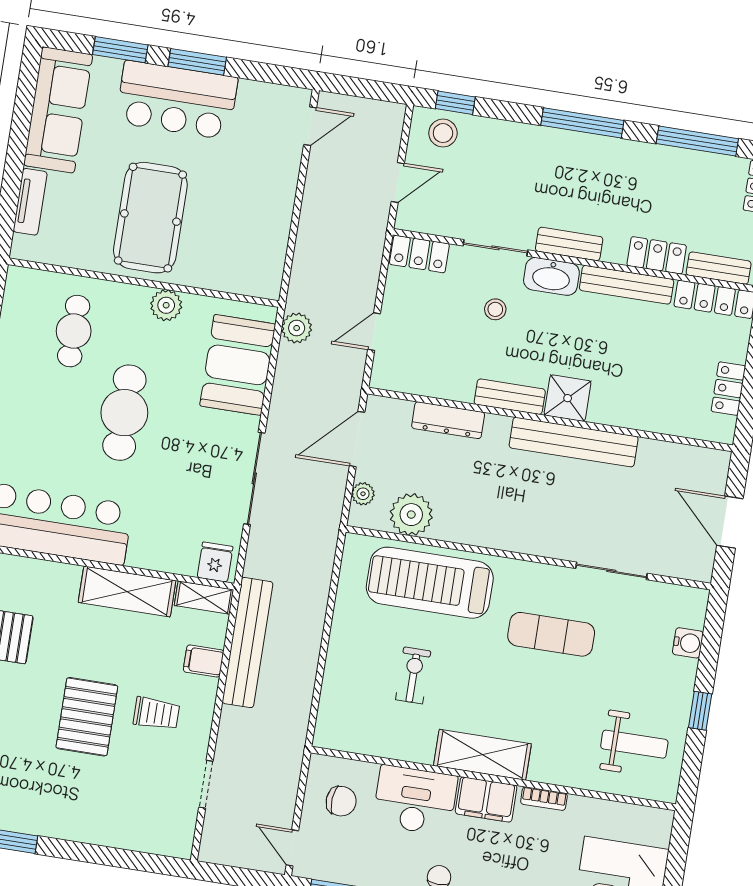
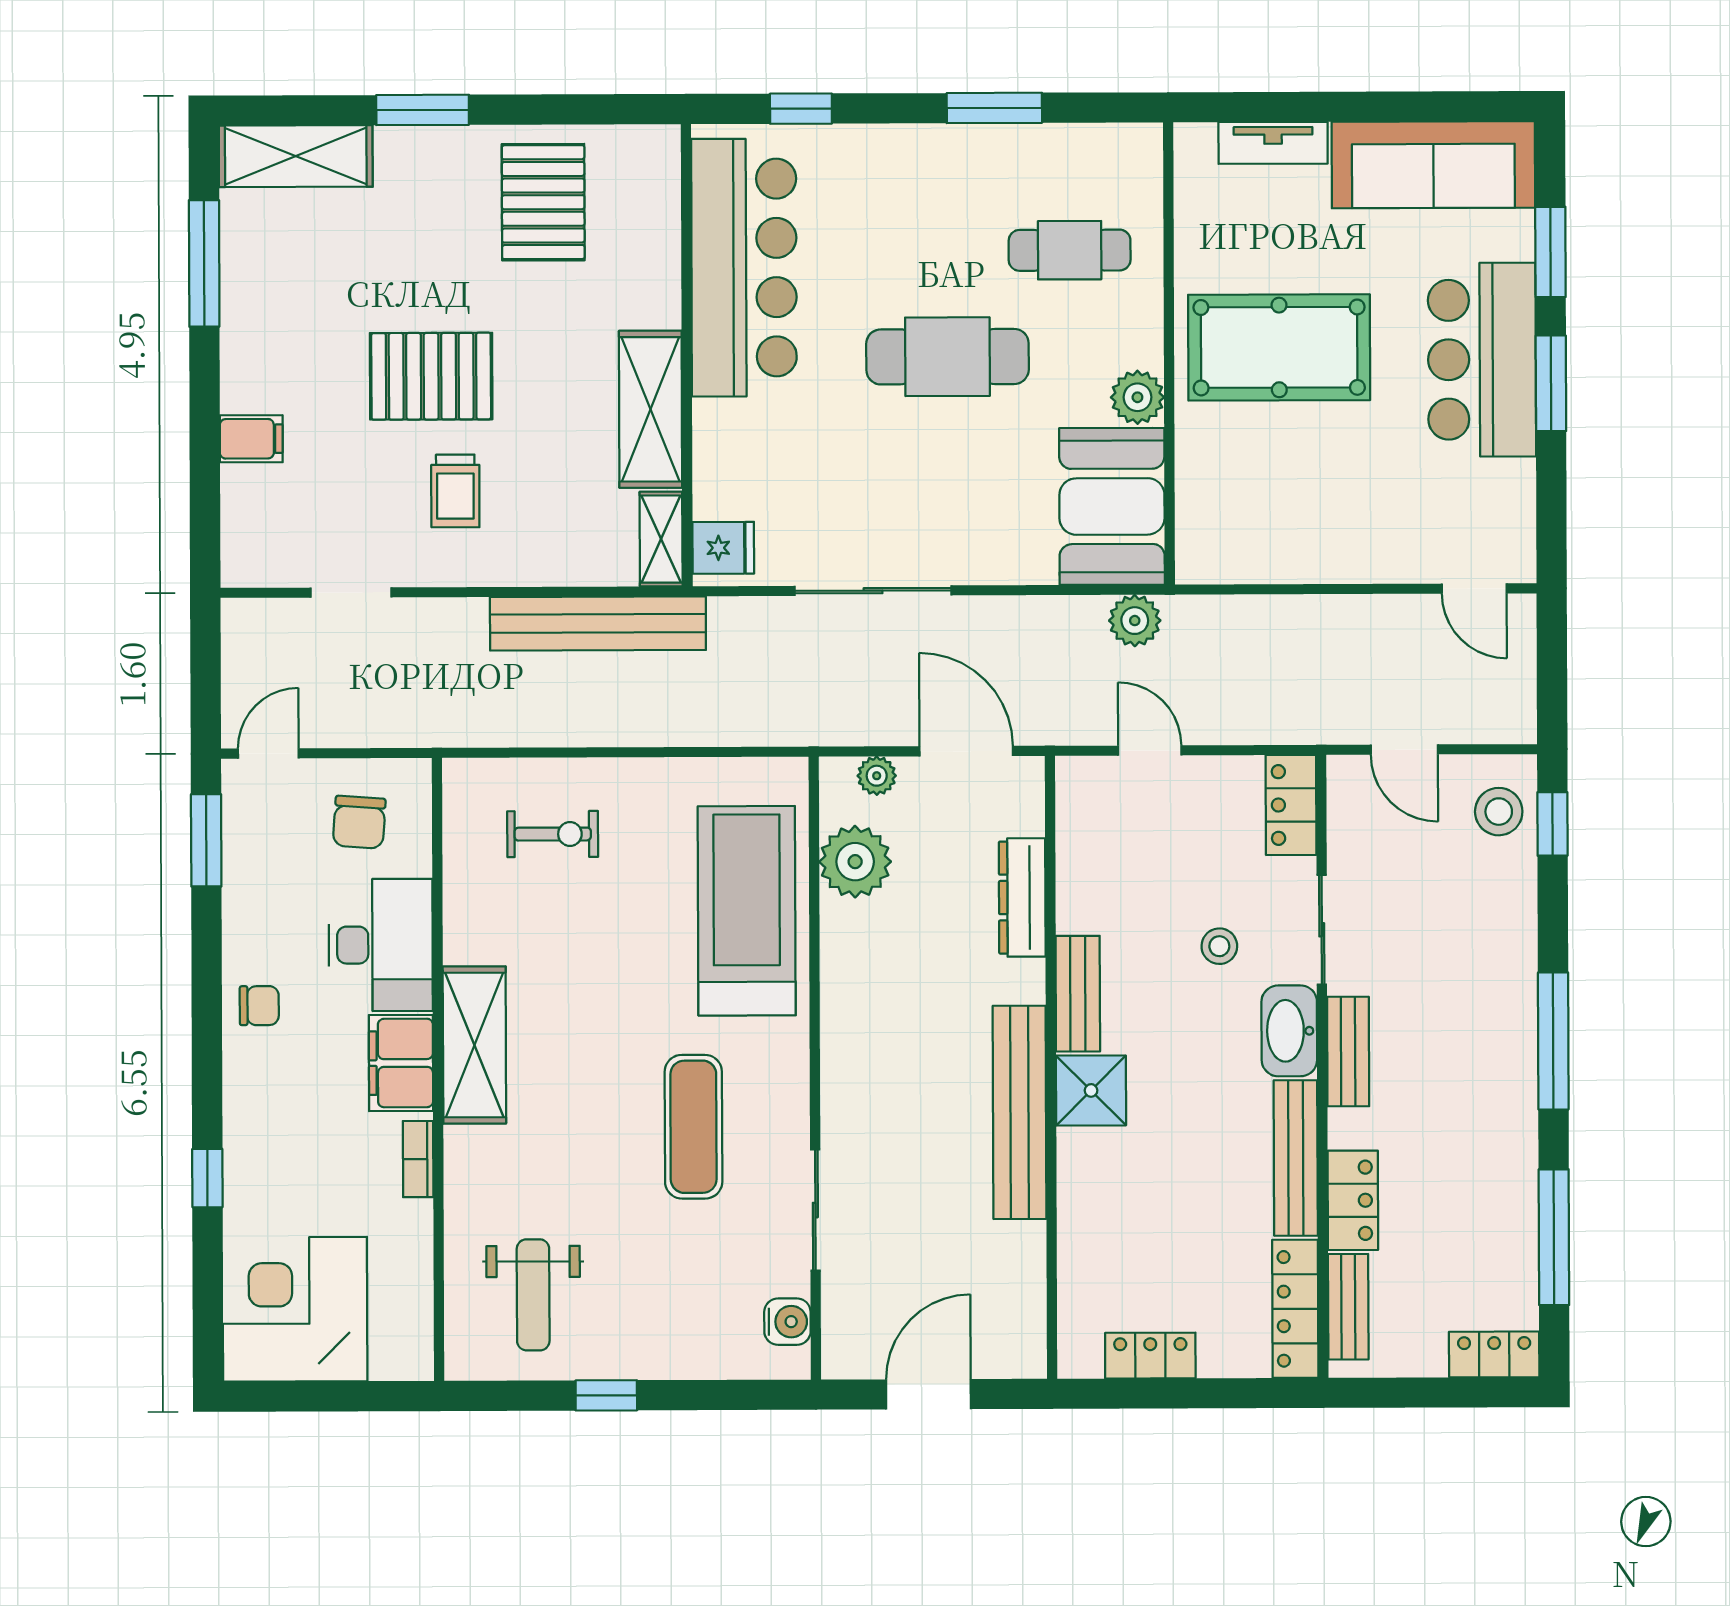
booth: (238, 365) -> (1112, 506), moved, turned 90
water cooler: (688, 643) -> (787, 1322), moved, turned -90
filing cabinet: (204, 661) -> (251, 439), moved, turned 90
exercise bike: (413, 675) -> (553, 834), moved

